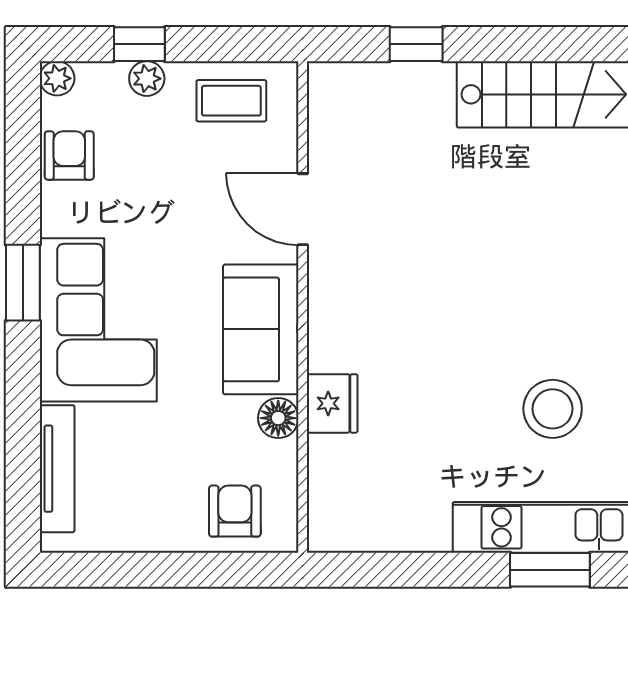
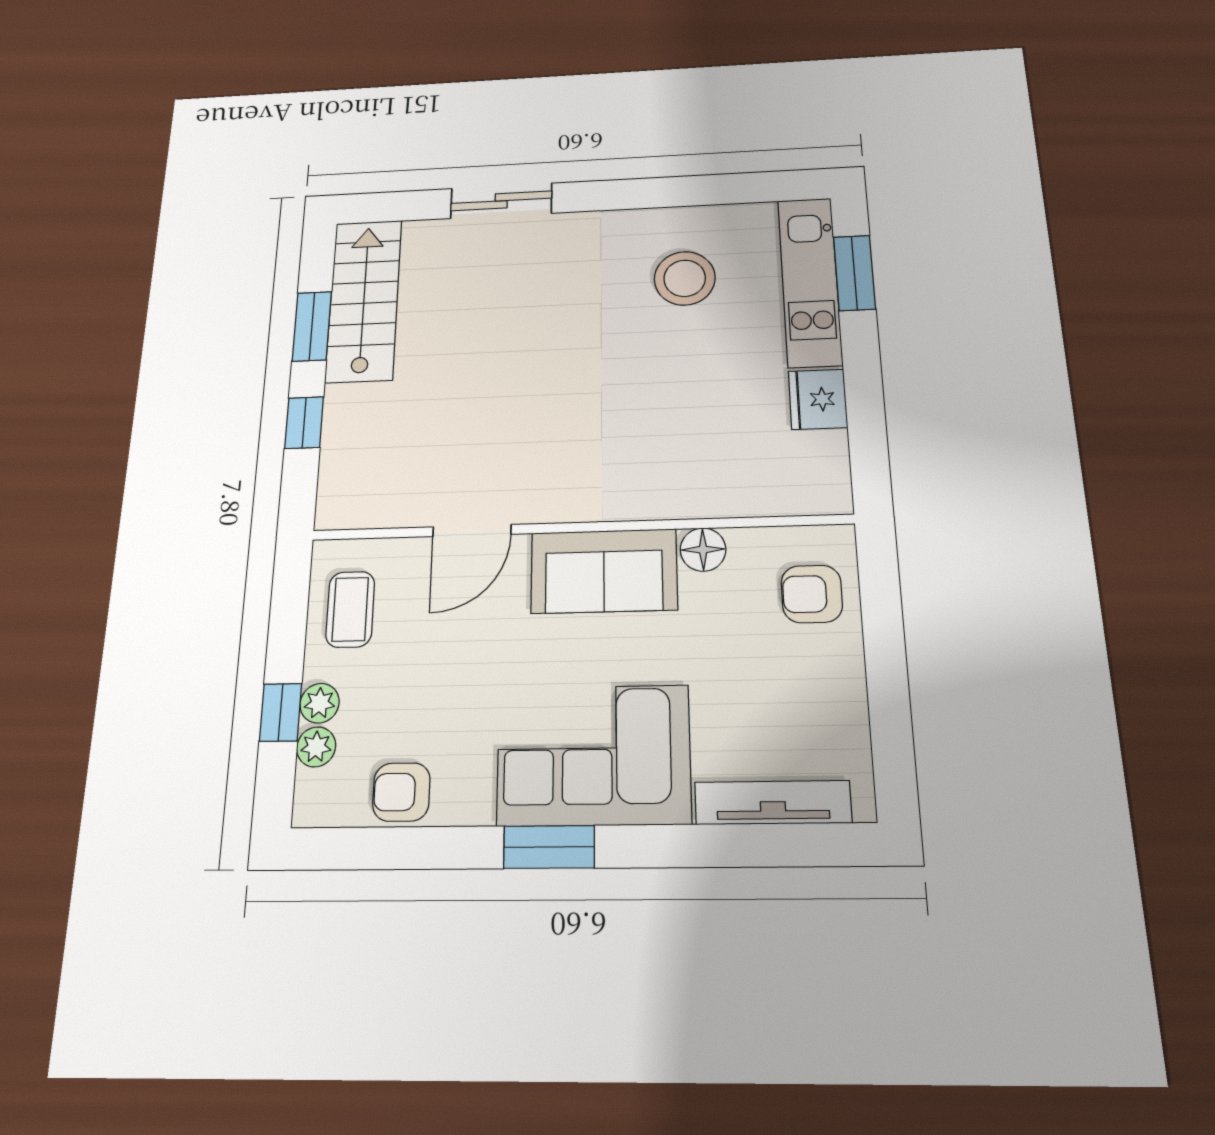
window: (519, 44) -> (312, 326), added
plant: (57, 78) -> (316, 747), moved
fridge: (332, 403) -> (818, 399), moved, turned -90

